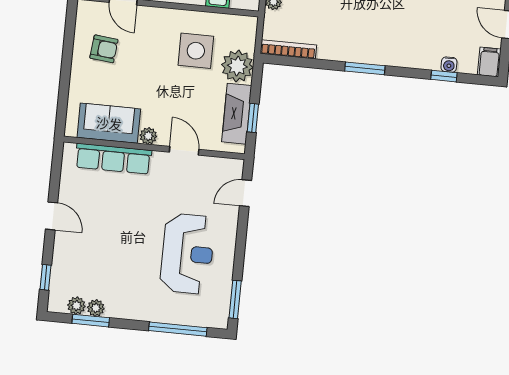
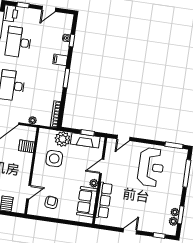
filing cabinet: (489, 62) -> (60, 60), moved
door: (246, 193) -> (123, 138), hinge flipped
reception desk: (187, 254) -> (151, 167), turned 90

